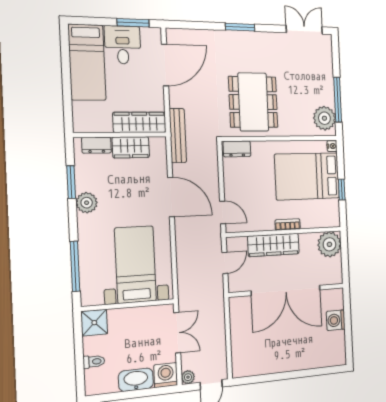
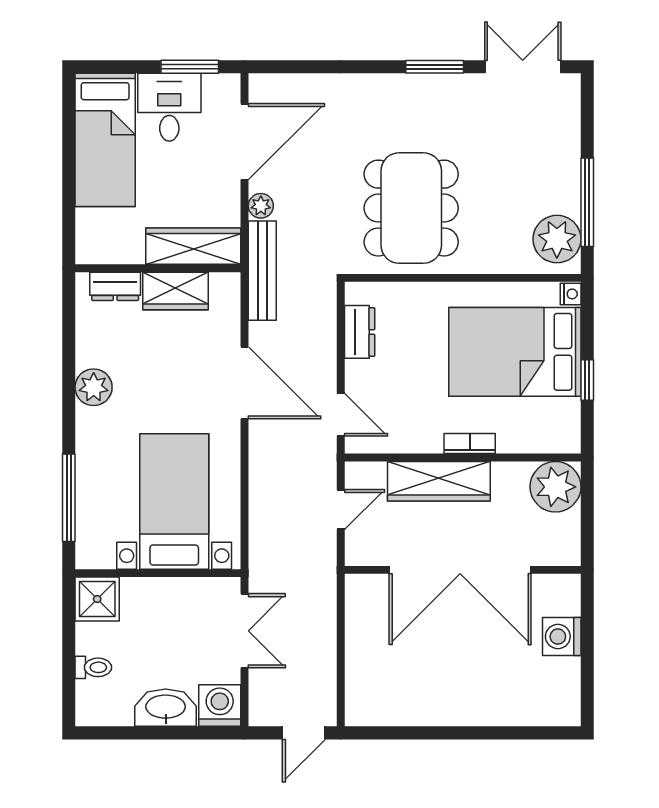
window: (240, 27) -> (435, 67), moved
dresser: (237, 149) -> (360, 332), moved, turned -90
window: (71, 182) -> (69, 350), removed
plant: (188, 377) -> (261, 206), moved

